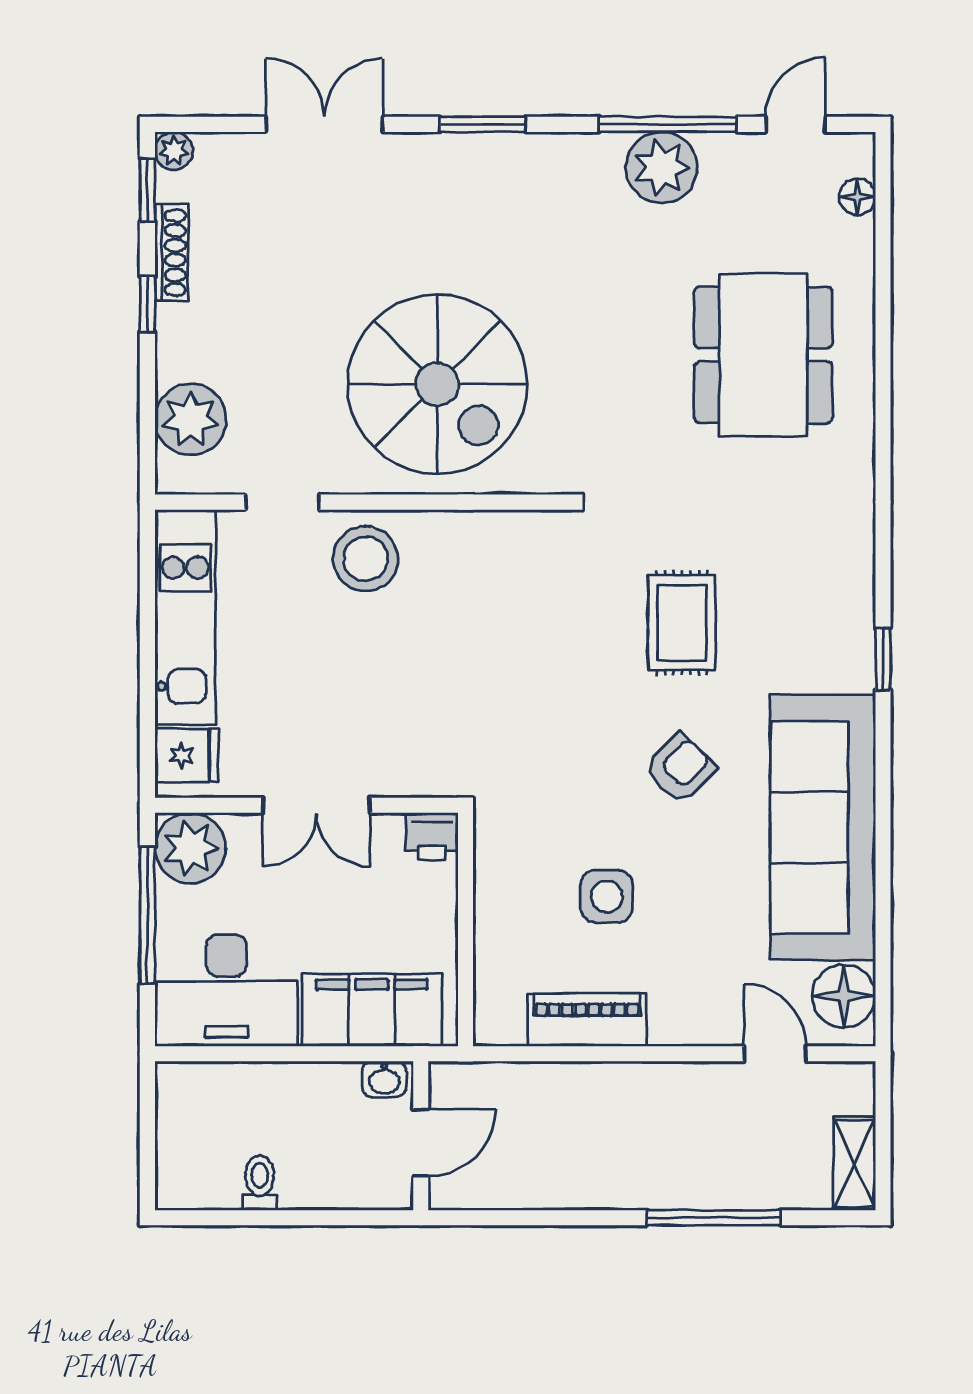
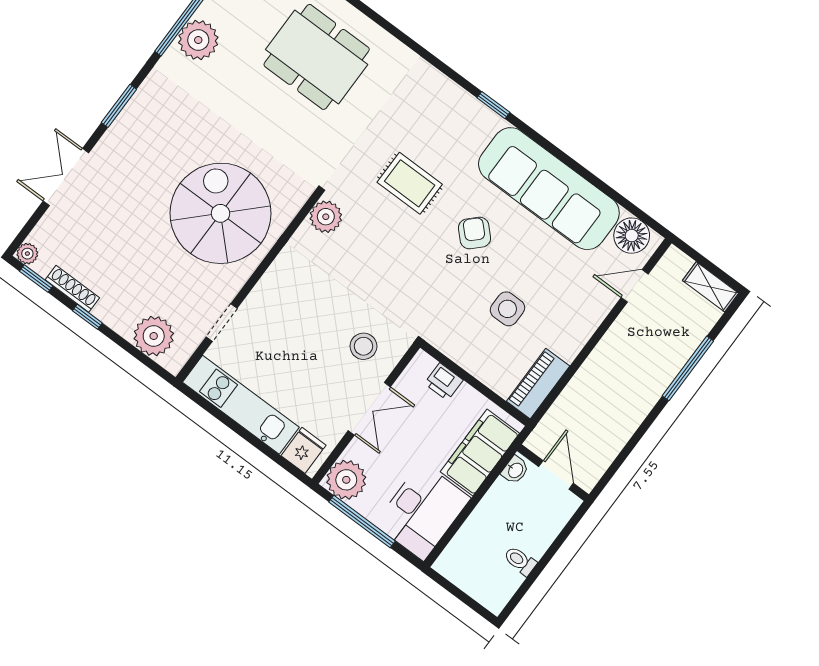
spiral stairs: (437, 384) -> (220, 213), turned -90
plant: (545, 538) -> (326, 217), added
stool: (366, 559) -> (363, 346), moved, width x0.73, depth x0.73
printer: (432, 836) -> (444, 382), moved, turned 90
piano: (587, 1020) -> (538, 384), moved

